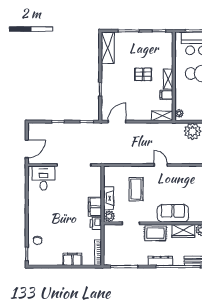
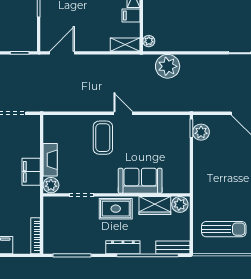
coffee table: (136, 189) -> (103, 138), moved
printer: (96, 223) -> (32, 195), removed

